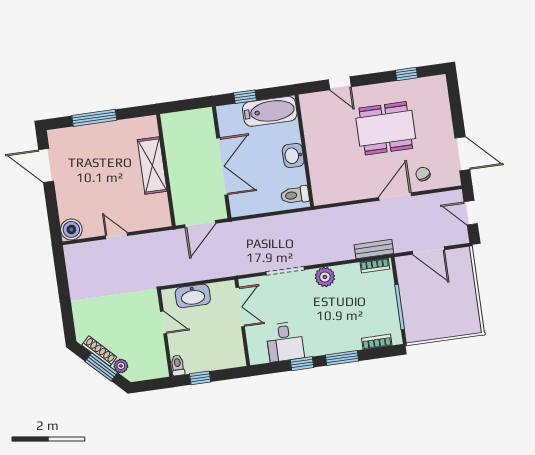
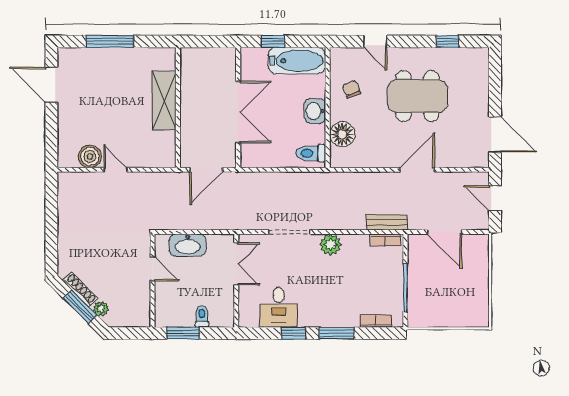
floor lamp: (321, 173) -> (342, 134), added
chair: (423, 174) -> (352, 89), moved
boiler: (71, 229) -> (90, 156), moved
toilet: (178, 365) -> (202, 316), moved
window: (200, 378) -> (183, 333), width x1.50

